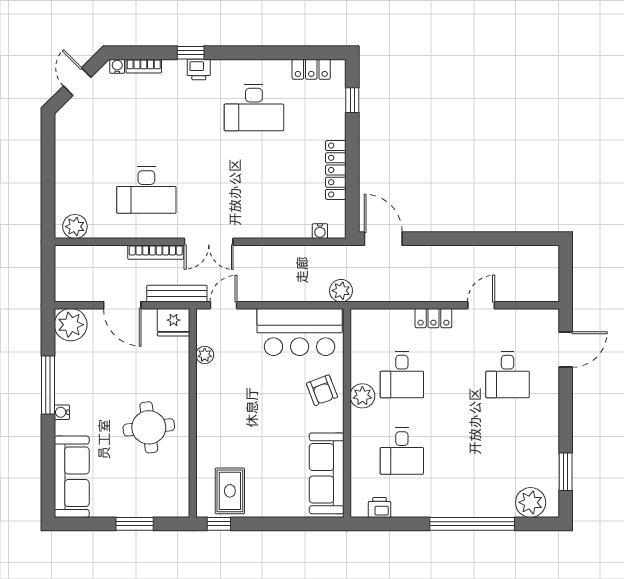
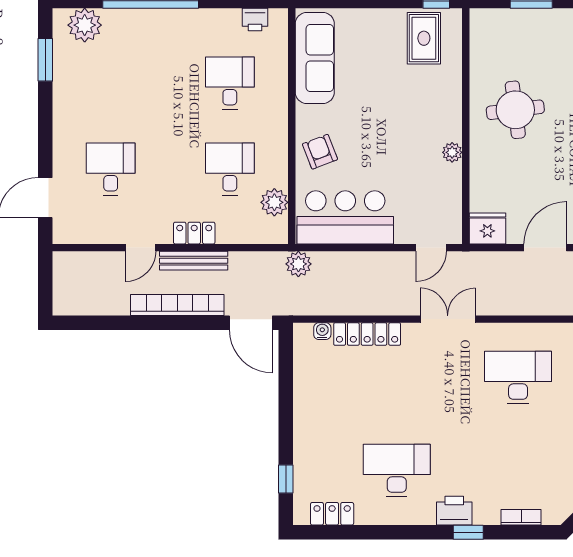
water cooler: (117, 66) -> (551, 517), removed
printer: (199, 69) -> (454, 511), width x1.36, depth x1.24
locker: (336, 170) -> (367, 334), moved, turned 90
bookcase: (156, 252) -> (177, 305), moved, width x1.48, depth x1.31
bench: (177, 294) -> (194, 261), moved
door: (122, 305) -> (545, 248), hinge flipped
plant: (205, 355) -> (452, 152), moved
plant: (362, 396) -> (274, 202), moved

